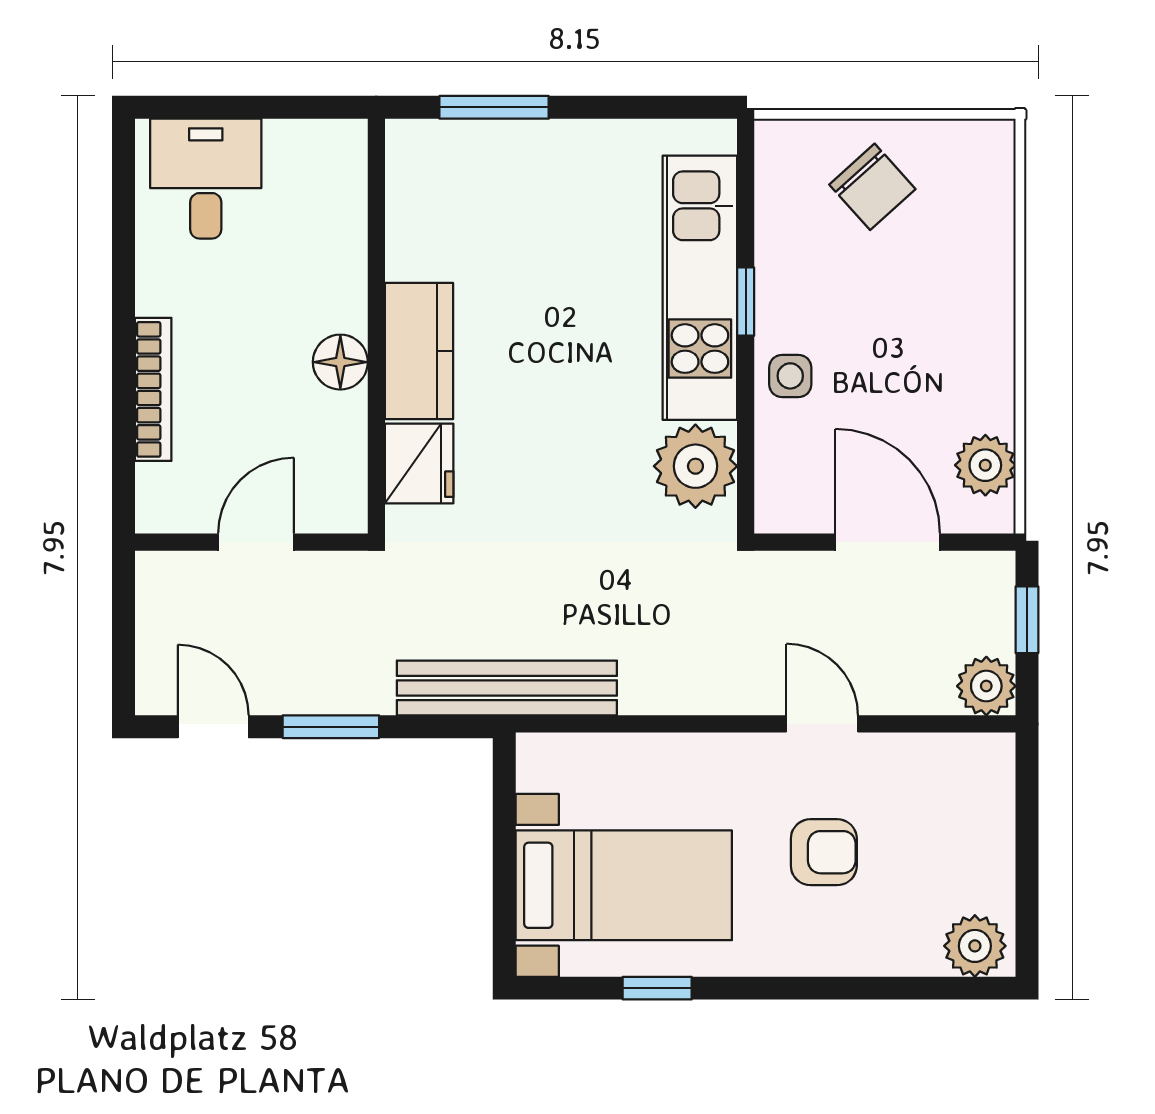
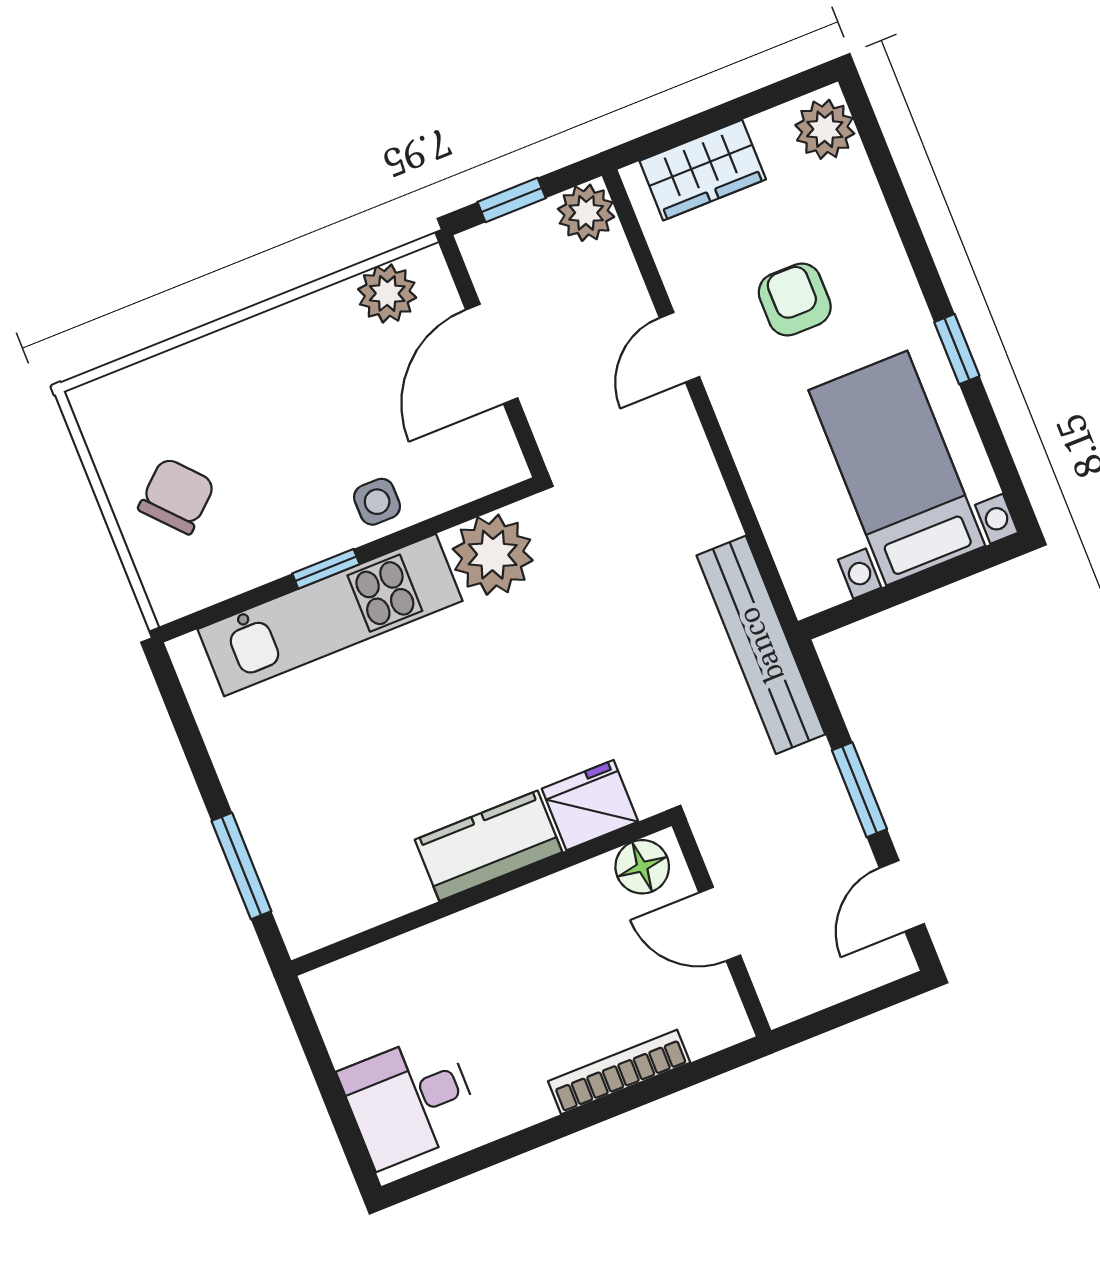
floor lamp: (340, 362) -> (642, 867), moved
wardrobe: (983, 814) -> (703, 170), added
window: (657, 988) -> (957, 349), moved

